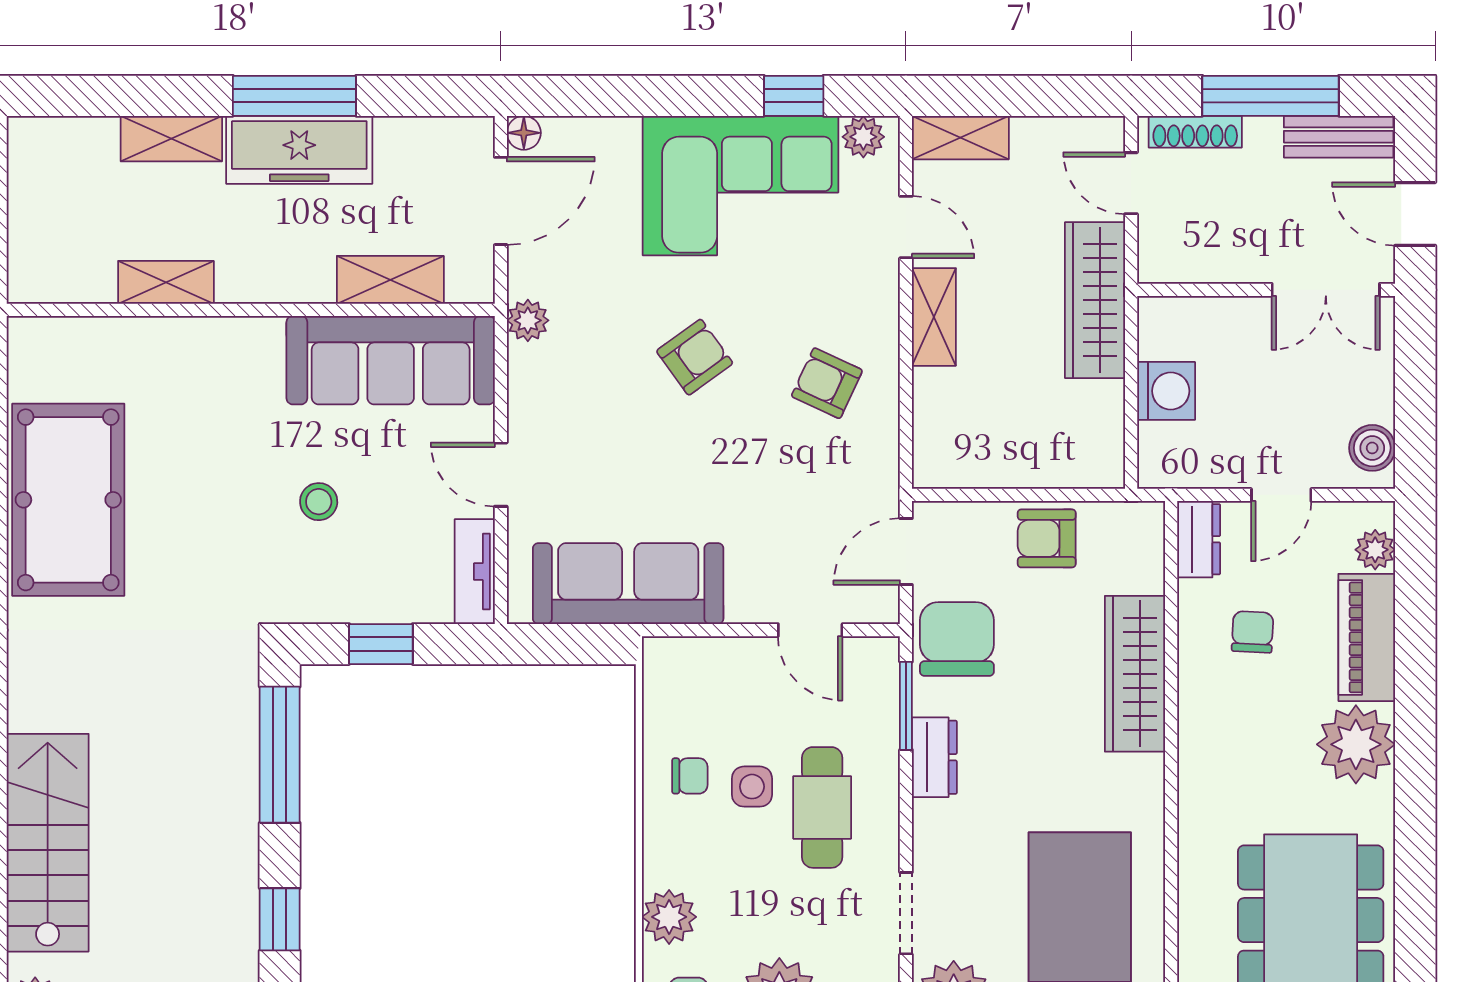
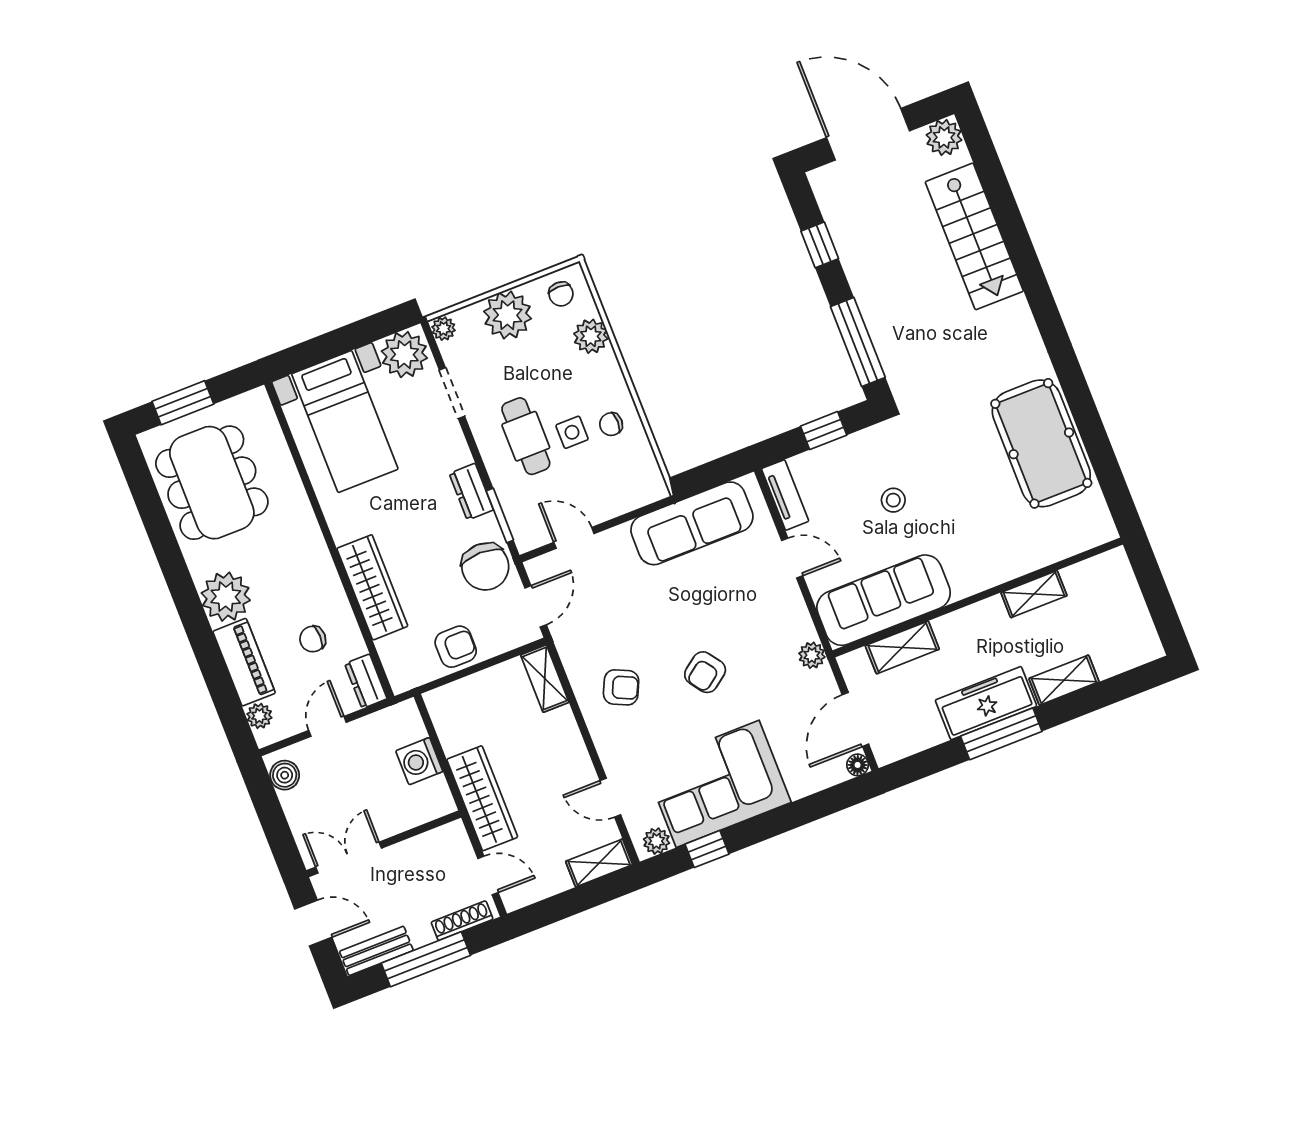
shelving: (934, 317) -> (545, 679), moved
chair: (1253, 632) -> (313, 639), turned 87

